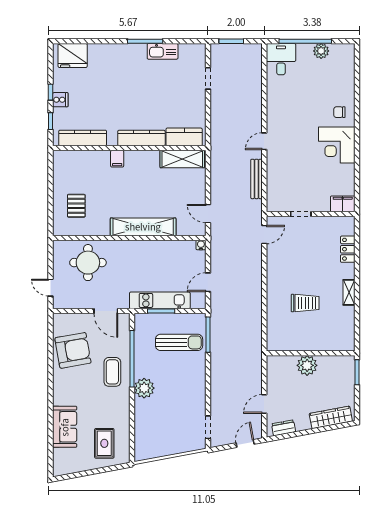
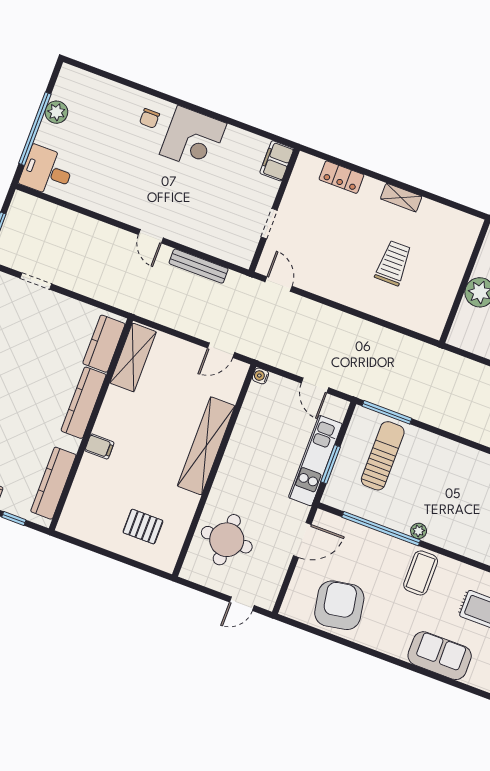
coffee table: (112, 372) -> (421, 573), moved, turned 90
plant: (144, 388) -> (419, 531), width x0.53, depth x0.53

